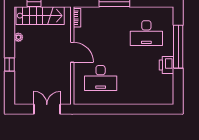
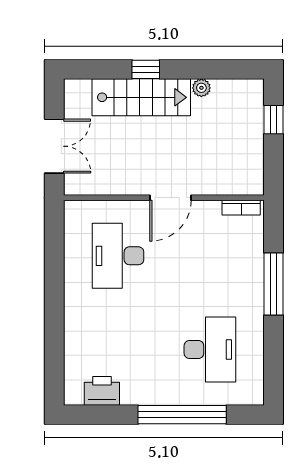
stairs: (40, 16) -> (141, 97), moved, turned -90
desk: (146, 33) -> (210, 350), turned 180
printer: (167, 65) -> (102, 391), moved

